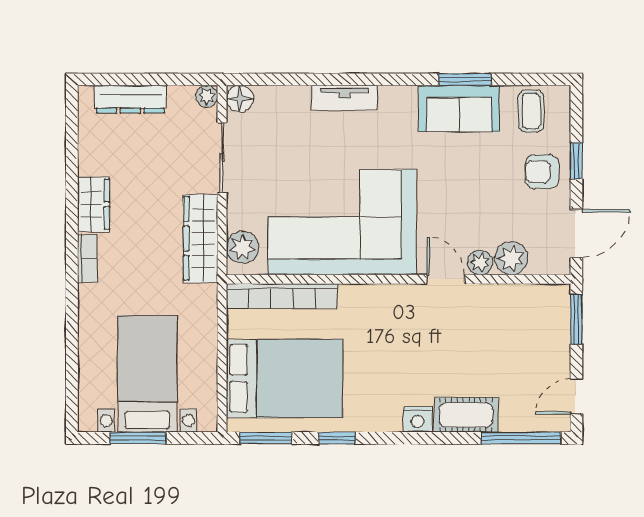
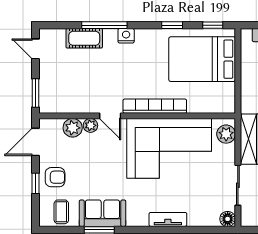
plant: (207, 96) -> (247, 220), removed
bookcase: (282, 296) -> (155, 106), moved
door: (576, 396) -> (36, 49), swing flipped
cot: (466, 415) -> (84, 38), moved
window: (266, 438) -> (213, 25), width x0.67
window: (521, 438) -> (104, 25), moved

